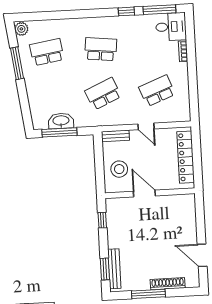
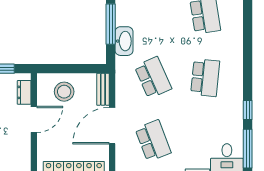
washbasin: (61, 121) -> (124, 41), moved
door: (146, 126) -> (112, 126), width x1.88
dresser: (122, 203) -> (24, 92), added

